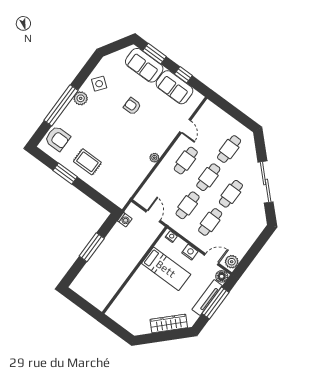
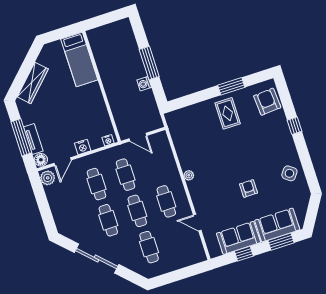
plant: (81, 98) -> (288, 148), removed
window: (61, 105) -> (294, 126), width x0.32
armchair: (132, 106) -> (249, 188), turned -90
armchair: (57, 139) -> (267, 102), turned 86
rug: (87, 162) -> (228, 113), turned 90
washing machine: (125, 220) -> (144, 84), moved
bed: (166, 269) -> (79, 59), moved, turned -90
tv unit: (207, 298) -> (33, 139), width x0.71

